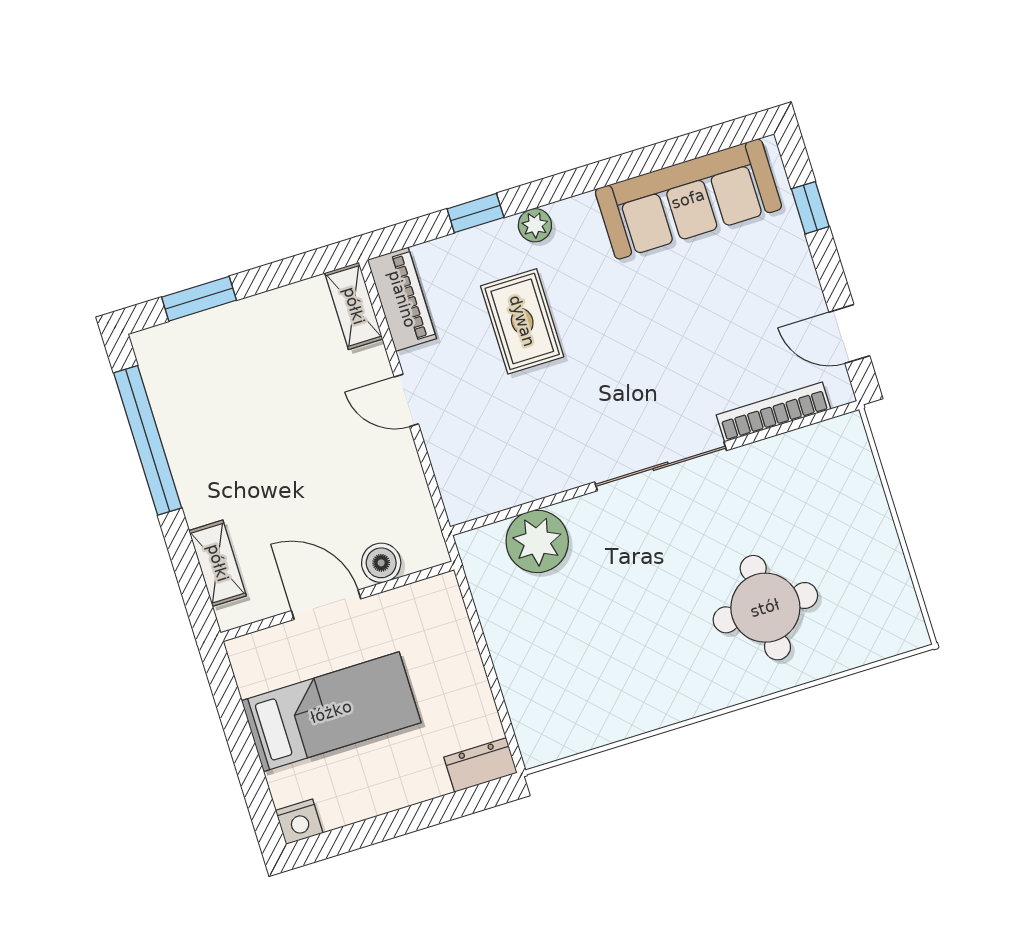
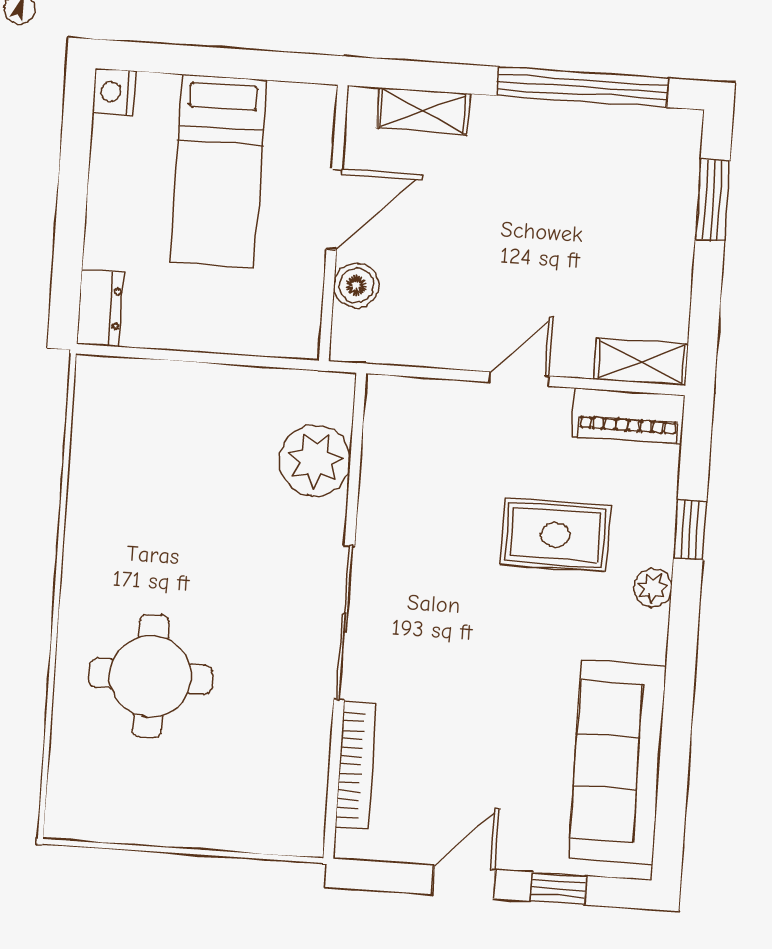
door: (849, 334) -> (464, 882), moved

